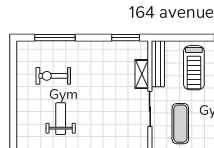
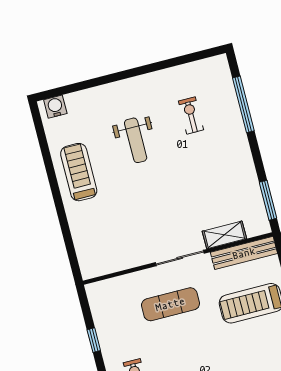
exercise bike: (53, 76) -> (191, 115), width x0.73, depth x0.72
weight bench: (61, 119) -> (136, 140), turned 90

